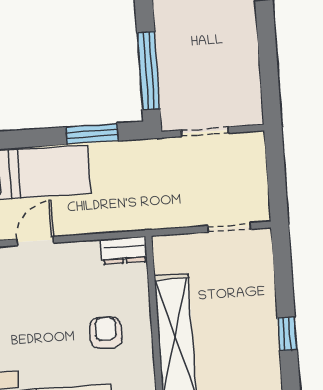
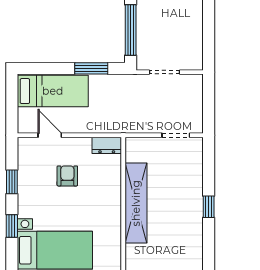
door: (35, 241) -> (50, 135), hinge flipped
armchair: (106, 333) -> (67, 176), moved

